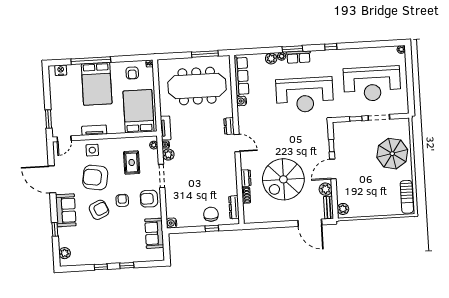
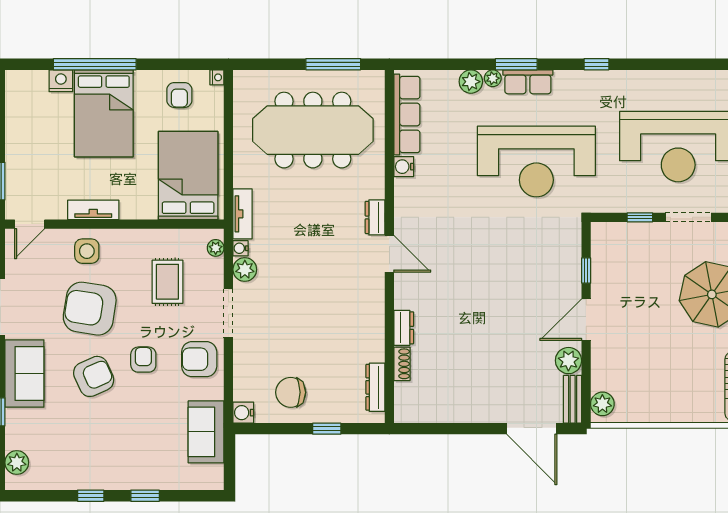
nightstand: (61, 70) -> (61, 81), moved
spiral stairs: (283, 179) -> (482, 335), removed
chair: (211, 214) -> (291, 392), moved, turned -90

